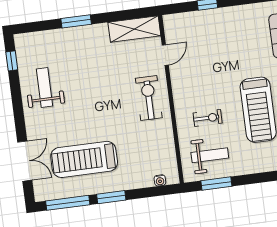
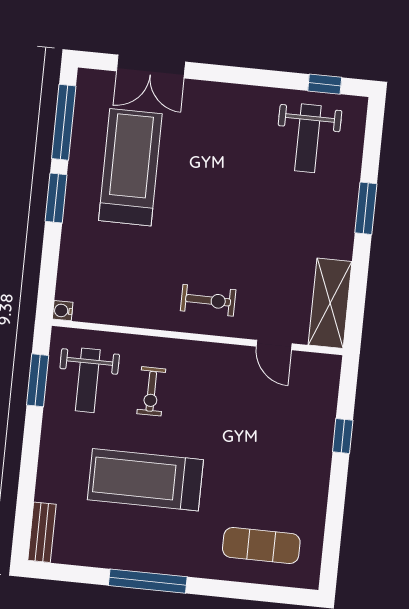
weight bench: (44, 88) -> (308, 138), moved, turned 90
exercise bike: (149, 98) -> (208, 300), width x0.73, depth x0.72
water cooler: (160, 180) -> (63, 311), moved

